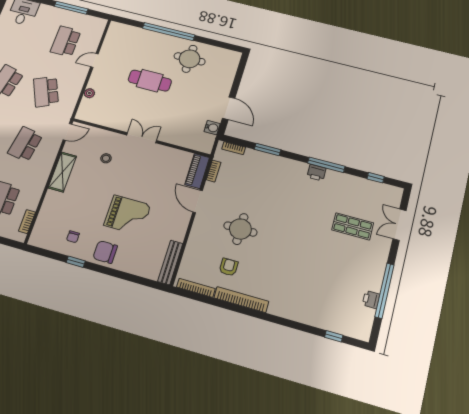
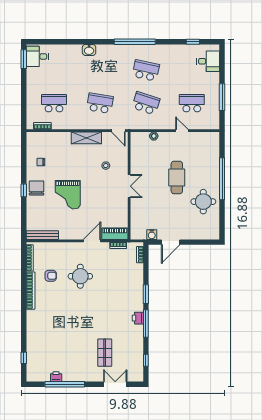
school desk: (46, 92) -> (146, 103), turned 42
window: (268, 149) -> (146, 294), moved
window: (76, 262) -> (24, 190), moved

